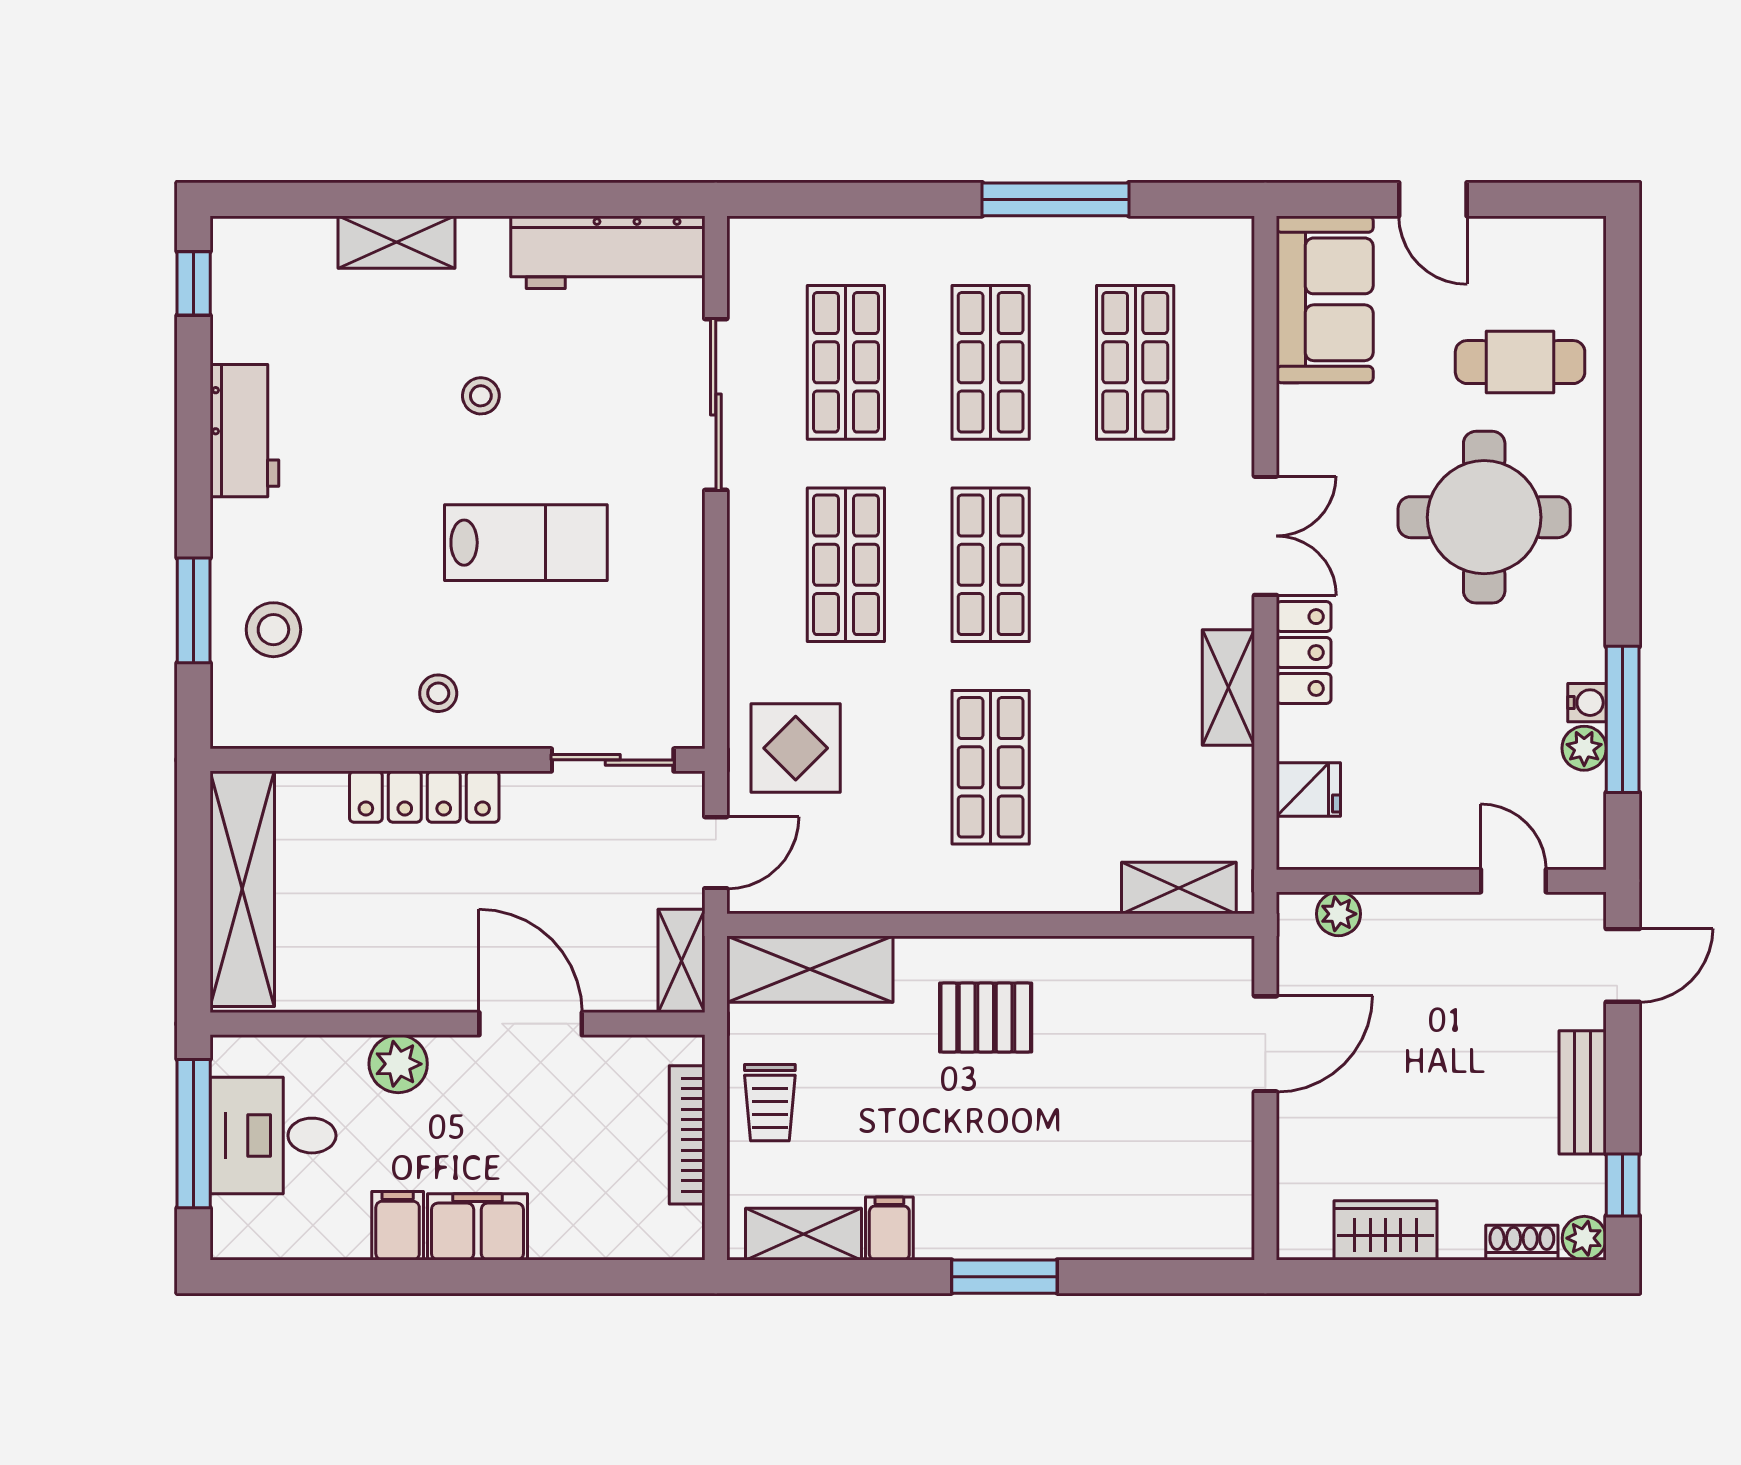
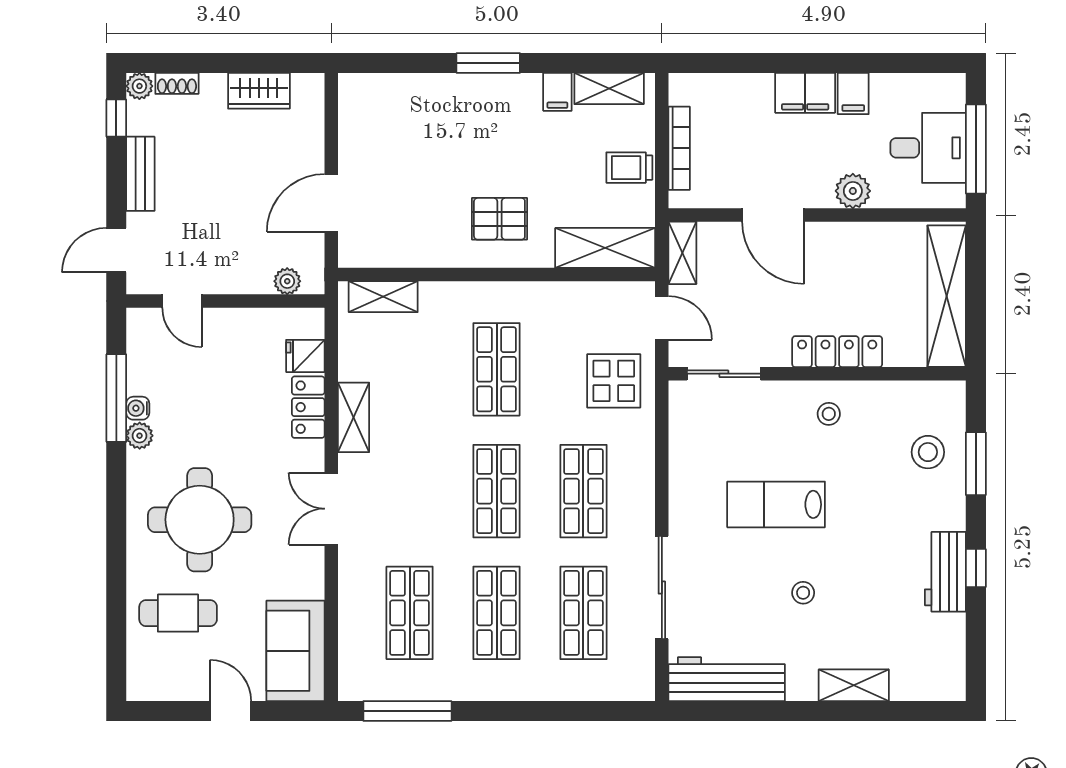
window: (1055, 199) -> (407, 711), moved
window: (194, 283) -> (976, 568), moved
locker: (1304, 653) -> (308, 407), moved
plant: (1584, 748) -> (140, 436), moved
door: (716, 853) -> (662, 318), swing flipped
trolley: (770, 1103) -> (629, 168), turned -90

